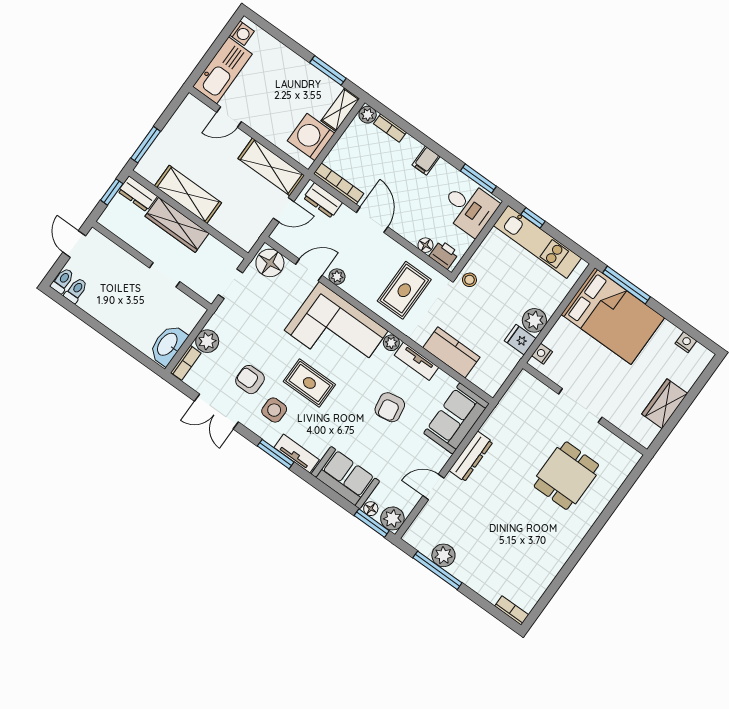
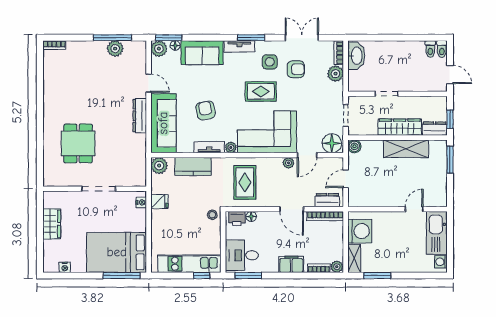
filing cabinet: (426, 161) -> (291, 264), width x2.00
shelving: (271, 167) -> (370, 198), removed
boiler: (246, 240) -> (354, 146), added
plant: (534, 320) -> (159, 166), moved
sofa: (456, 418) -> (163, 123), width x1.36
door: (433, 487) -> (149, 83), hinge flipped

